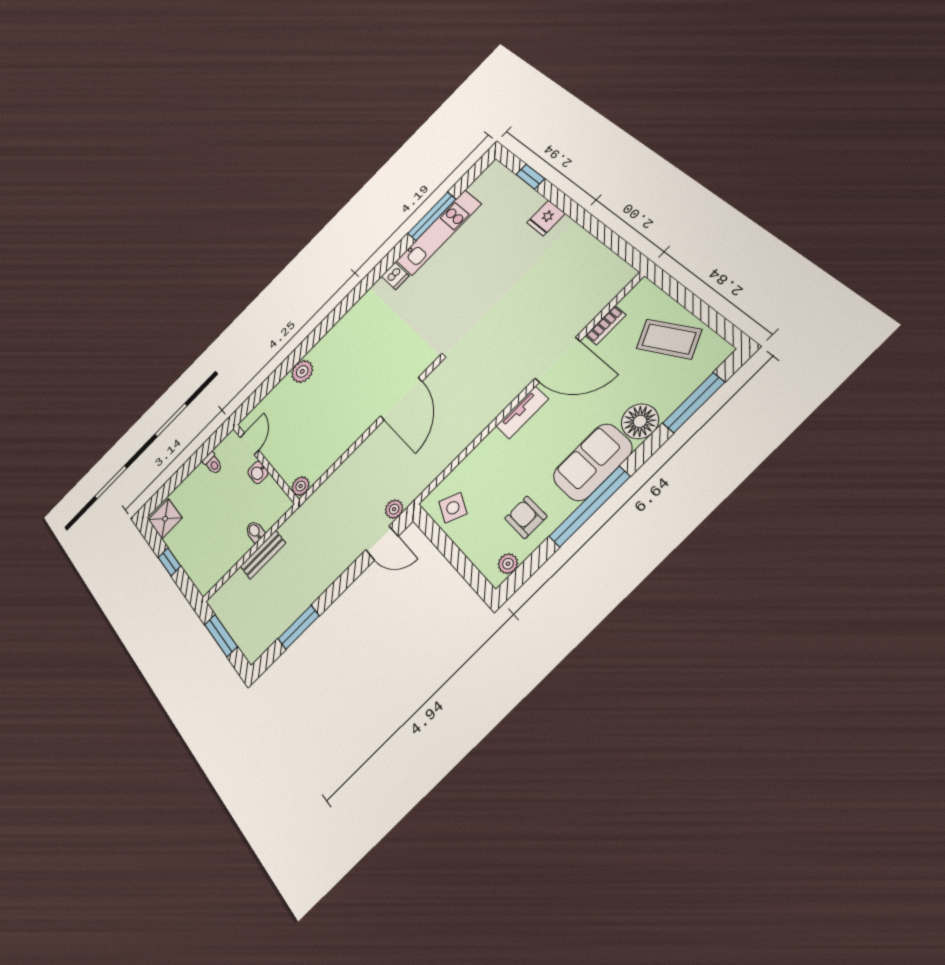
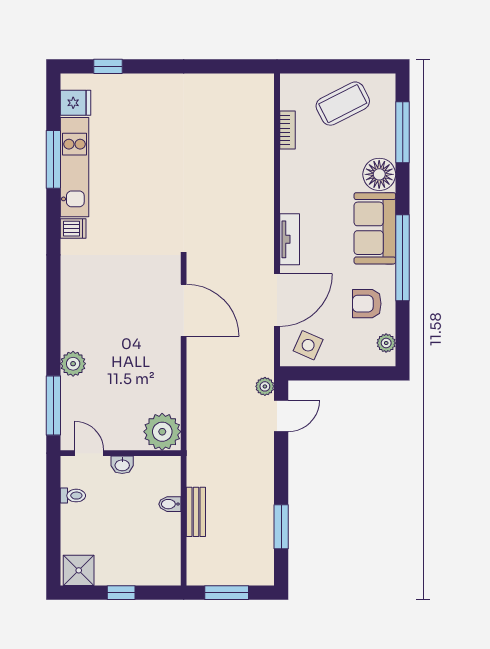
fridge: (546, 218) -> (76, 103), moved, turned -90
door: (557, 360) -> (277, 300), moved
window: (264, 389) -> (53, 406), added
plant: (301, 486) -> (162, 432), width x1.87, depth x1.87

